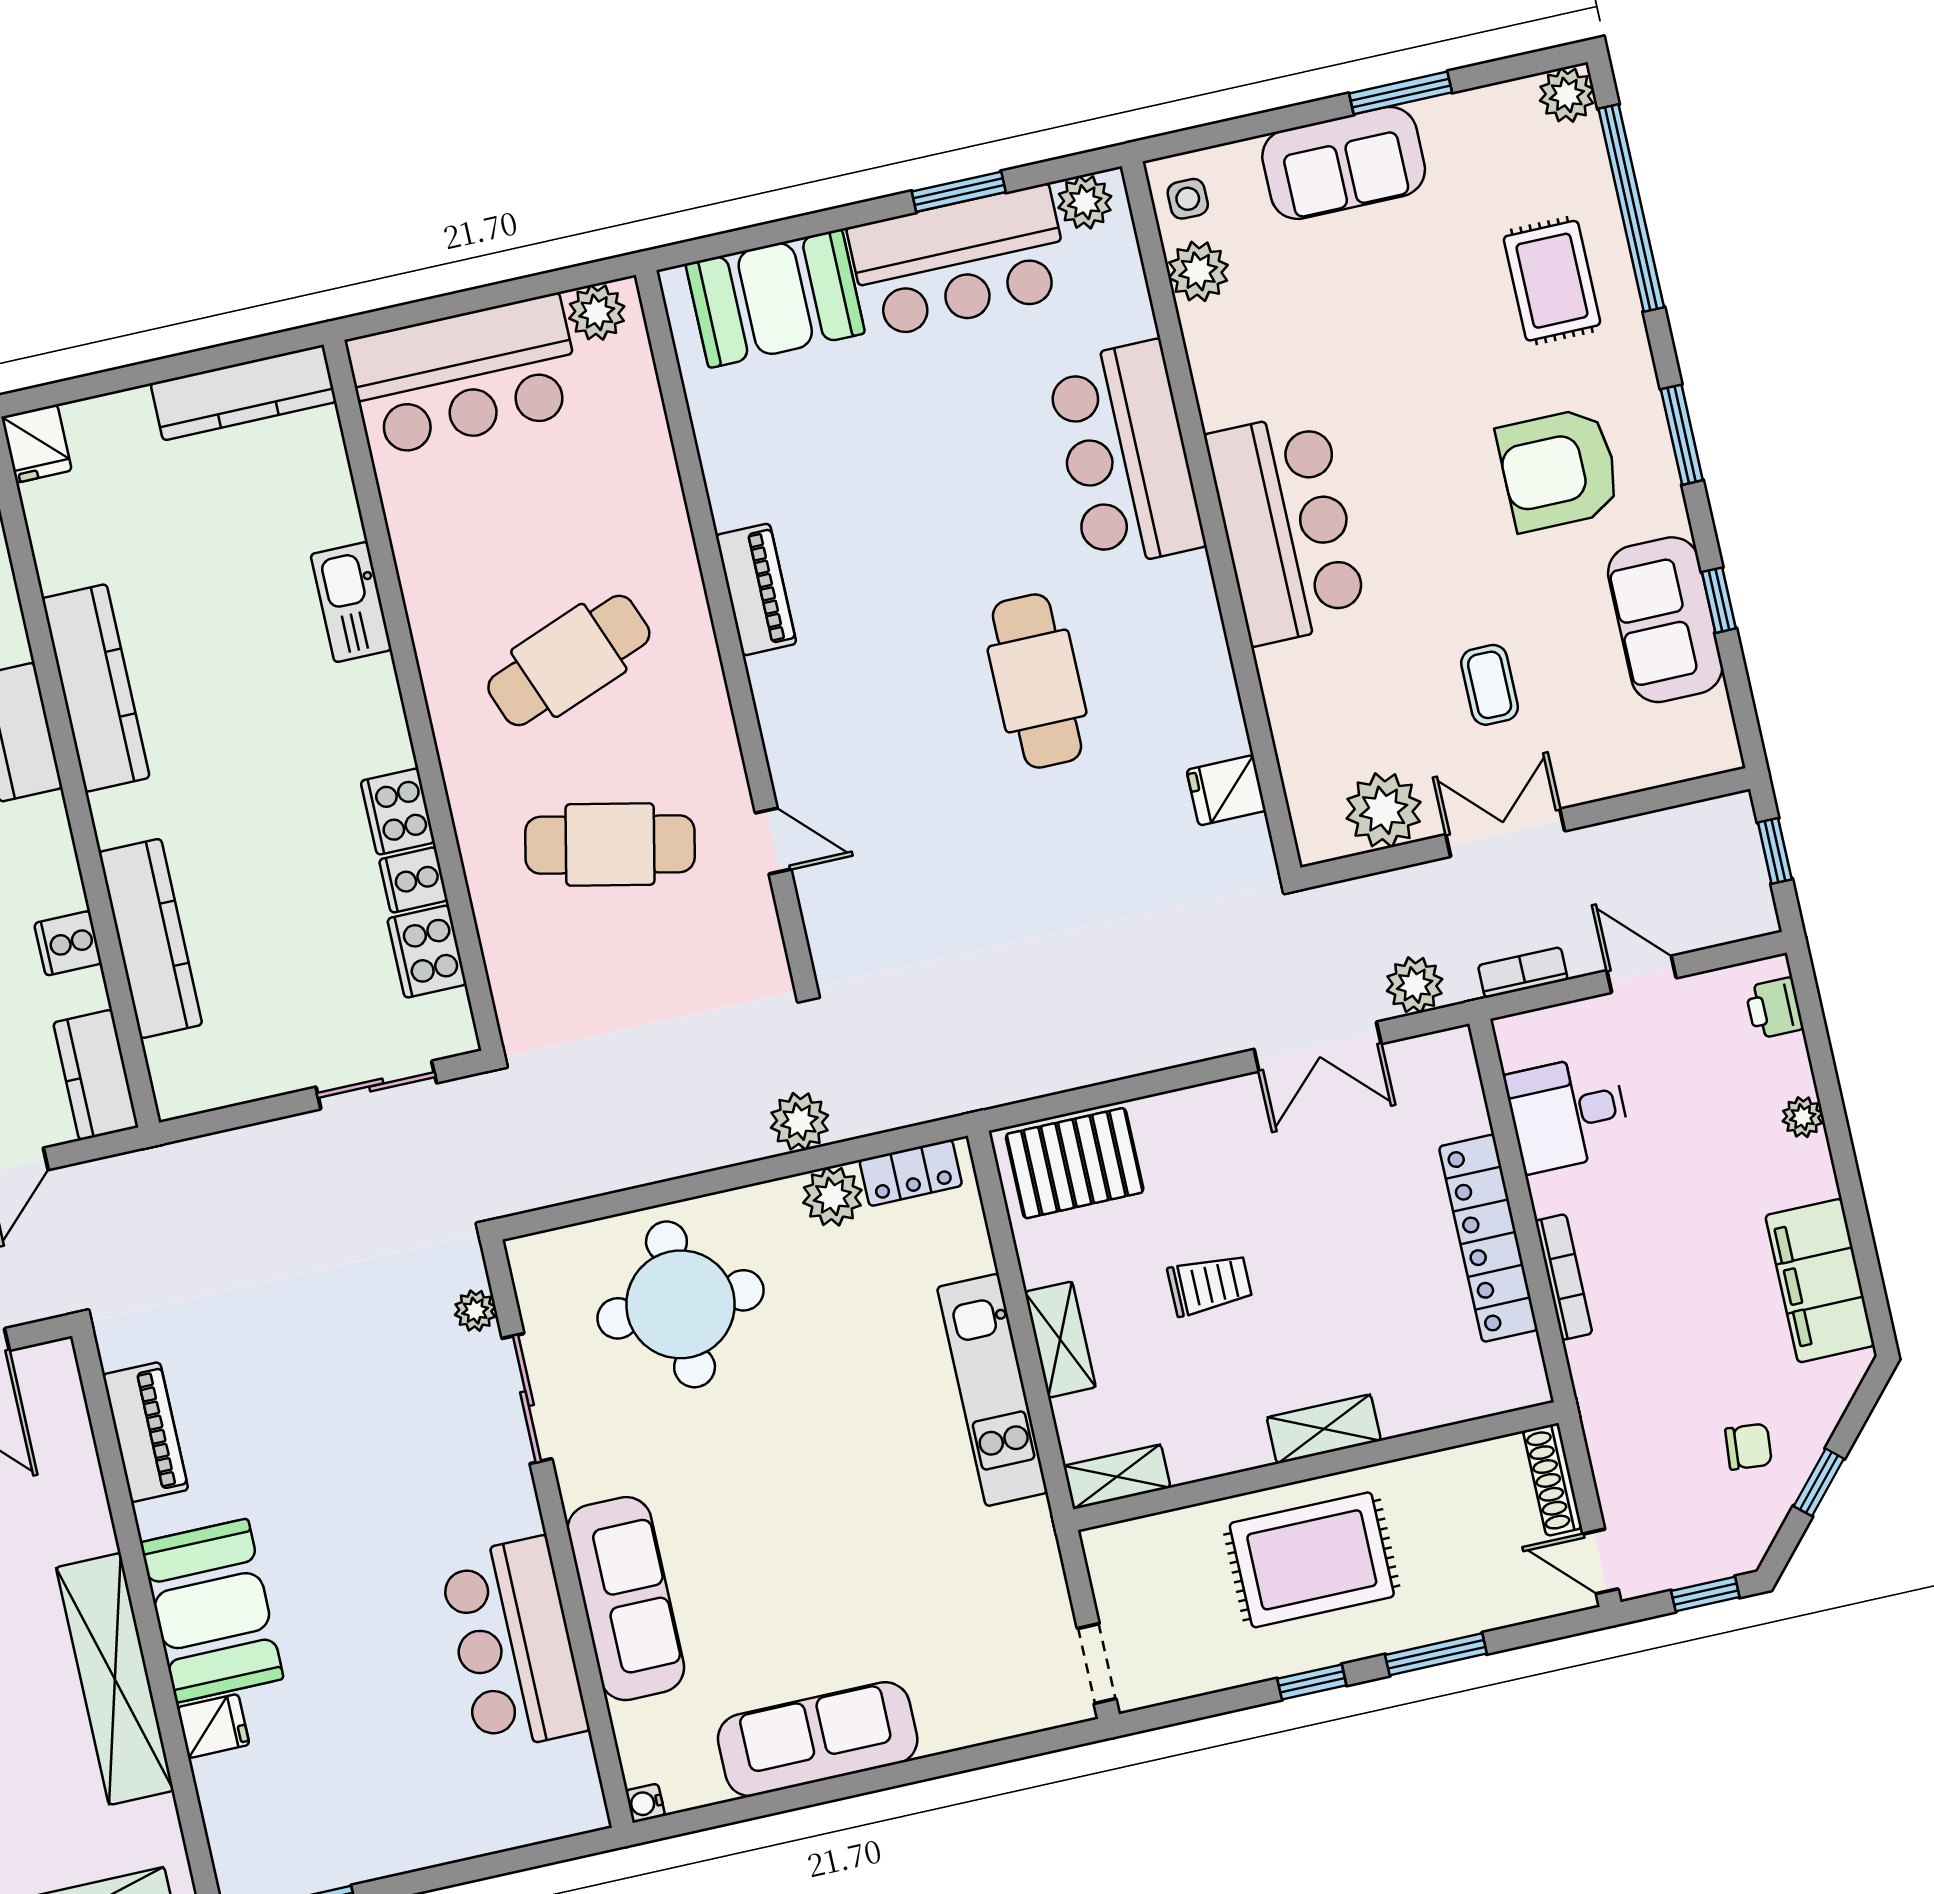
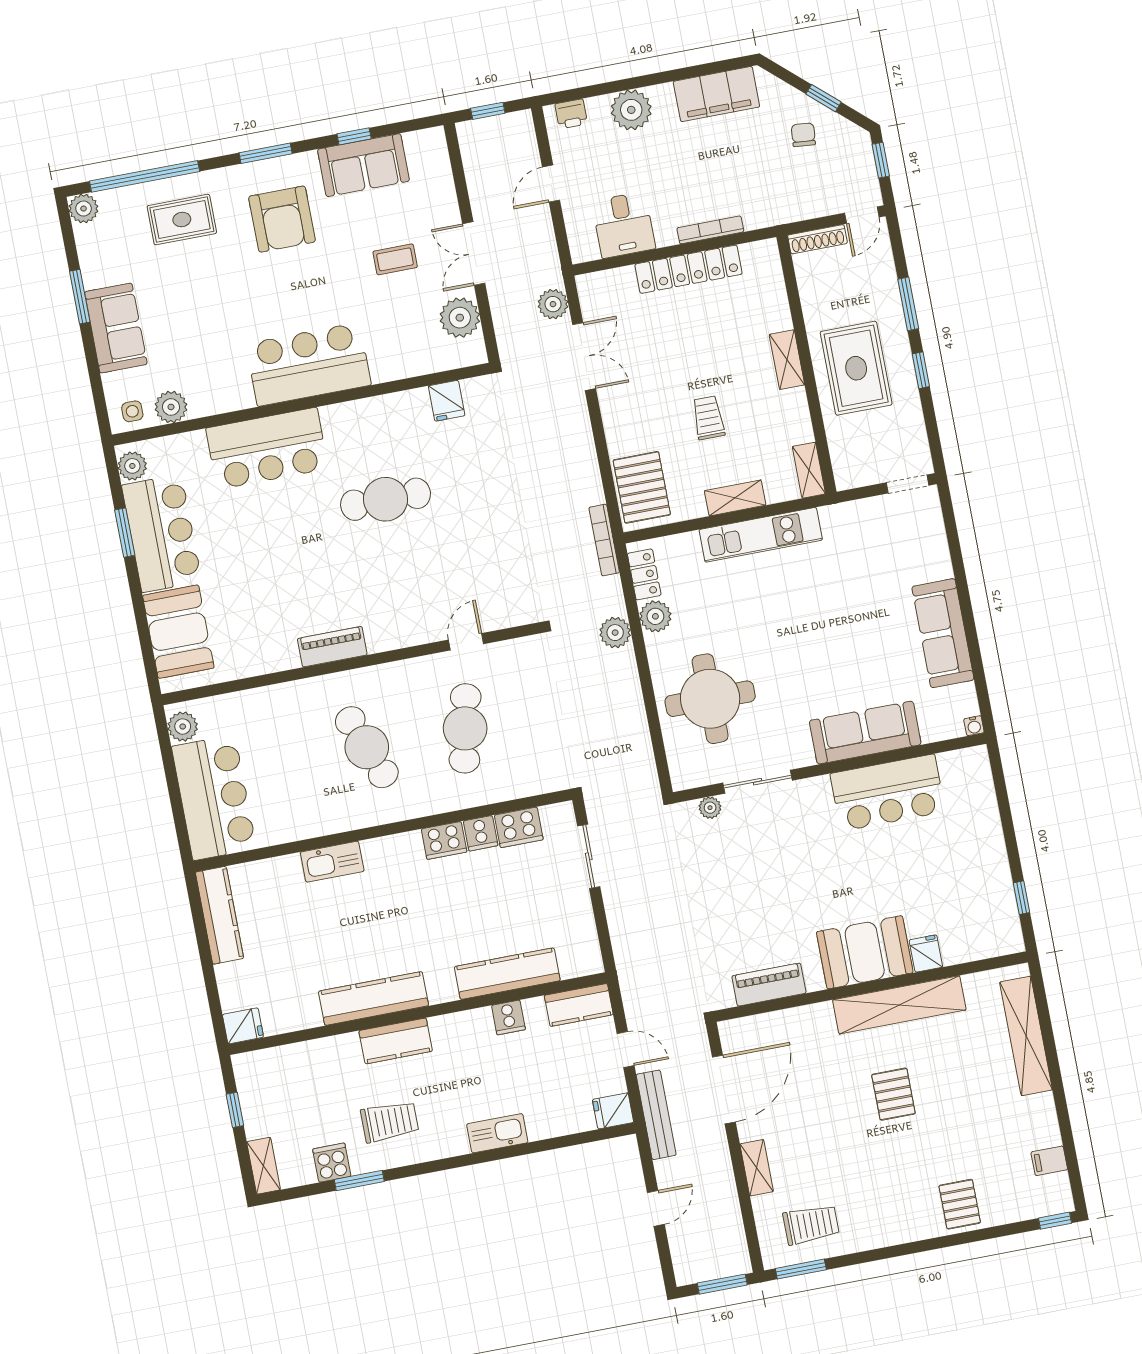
bookcase: (1523, 973) -> (604, 540), moved, width x1.56
plant: (1803, 1117) -> (631, 110), width x1.88, depth x1.88

